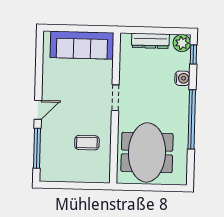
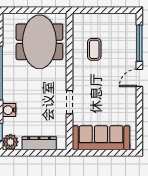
doorway: (115, 98) -> (70, 102), moved
coffee table: (87, 143) -> (94, 49), turned 90

